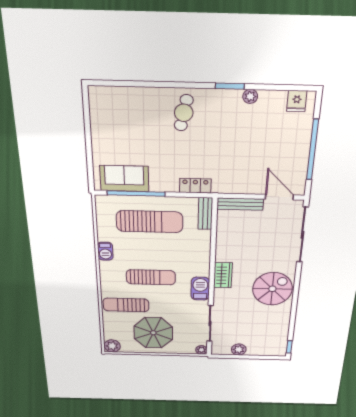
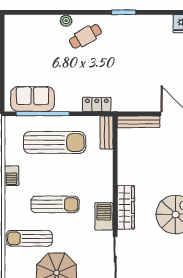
plant: (250, 96) -> (66, 21), moved
cafe table: (184, 113) -> (85, 36), turned 48
wardrobe: (223, 275) -> (126, 207), width x1.50

